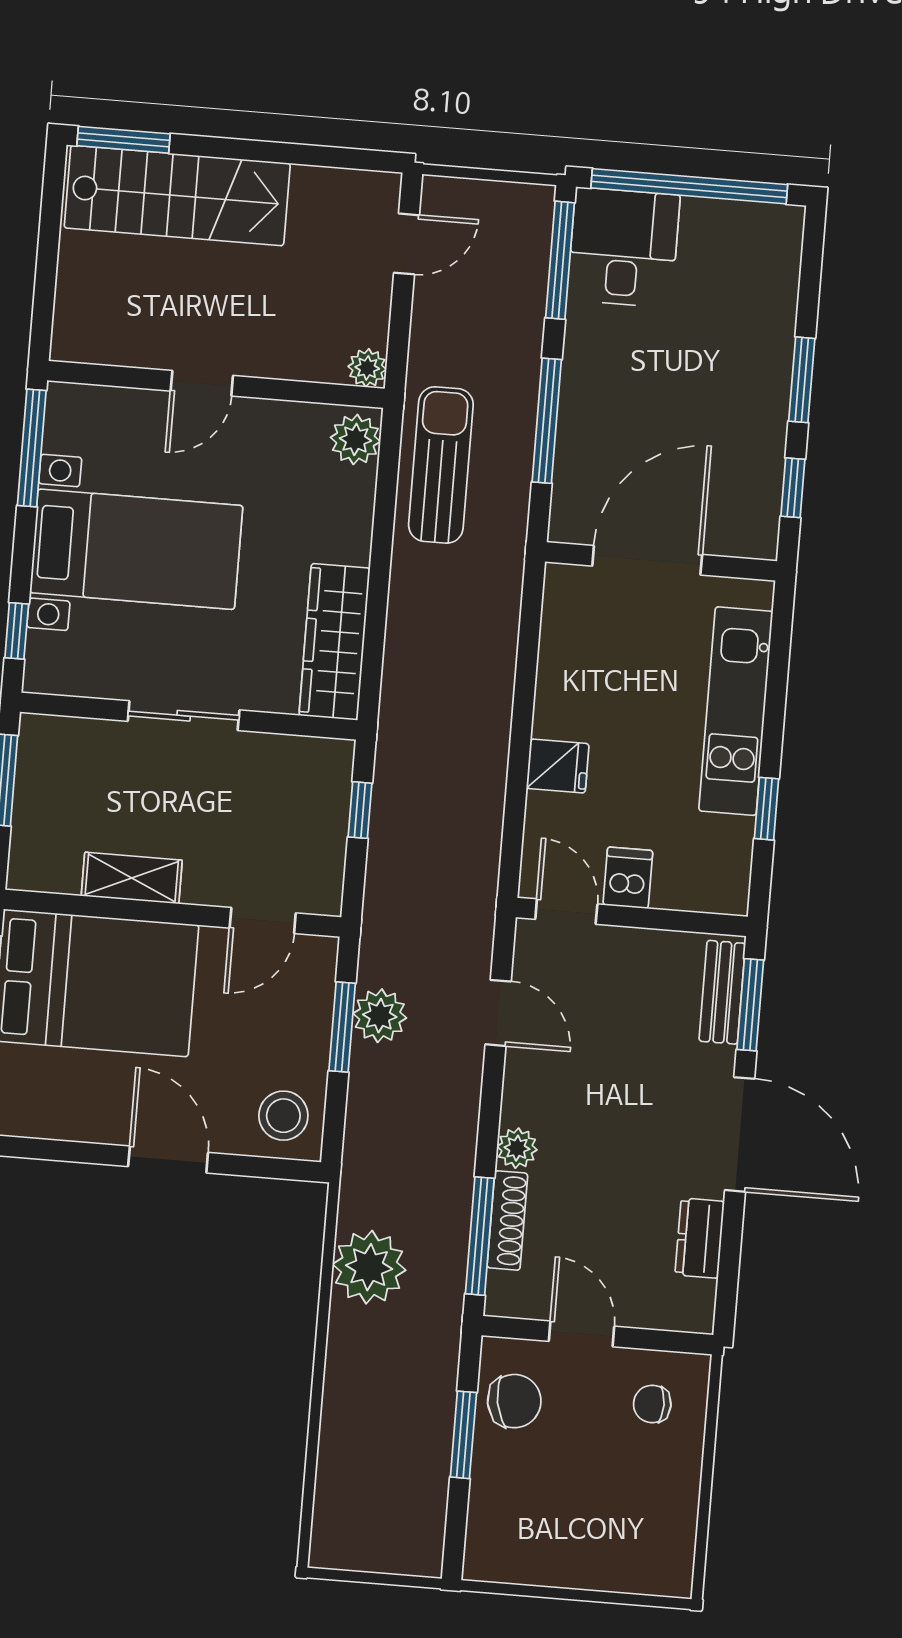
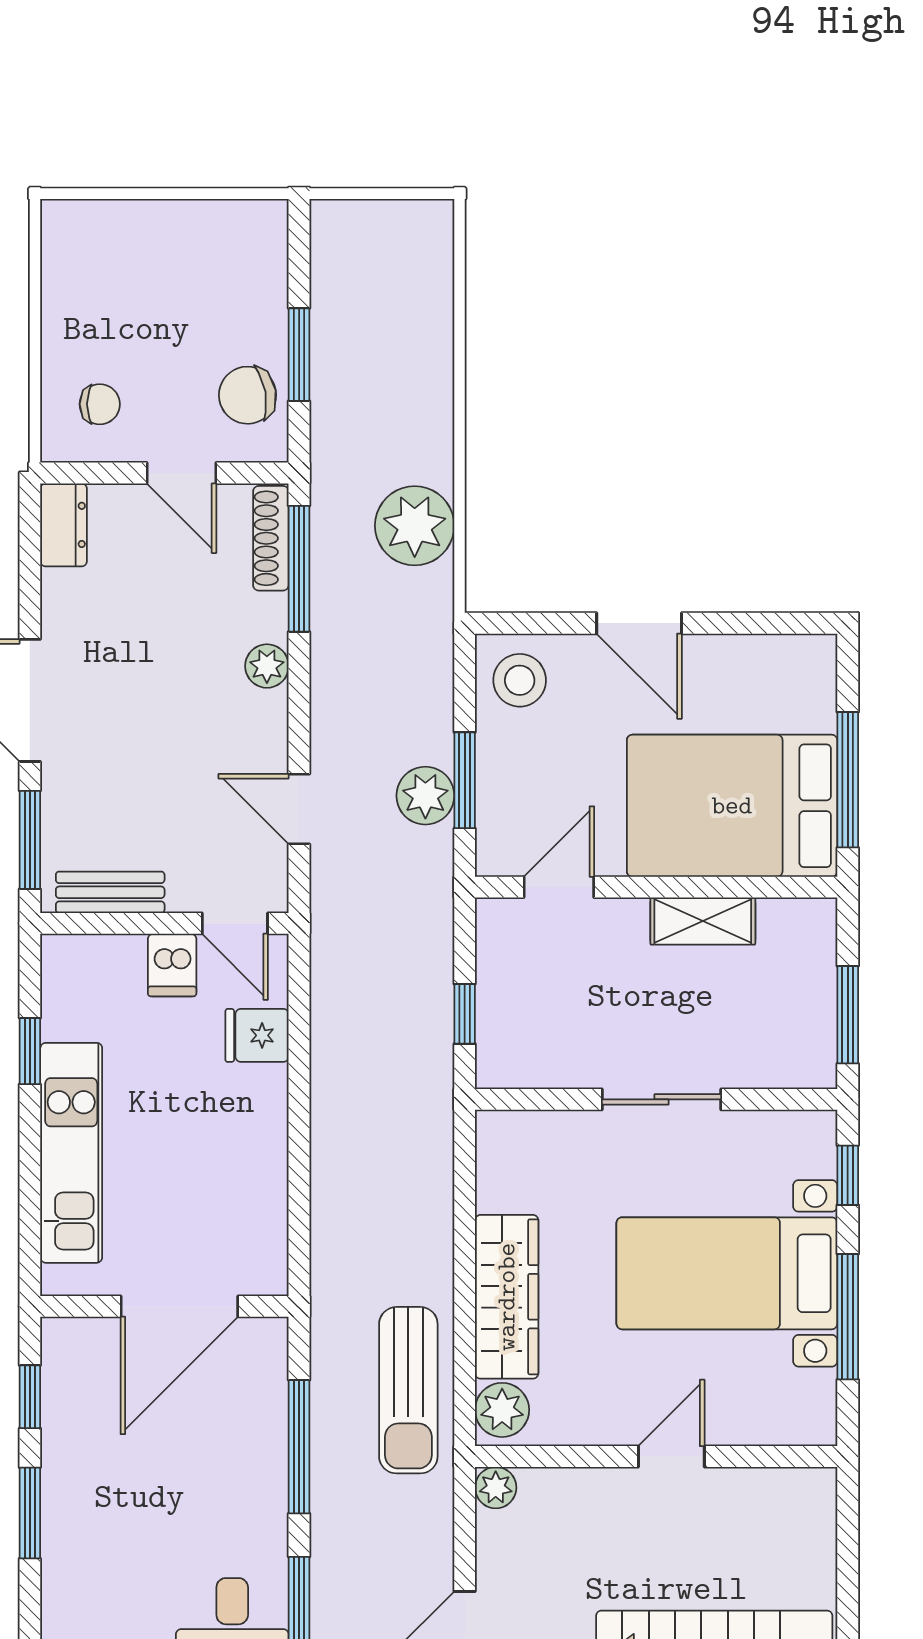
window: (32, 448) -> (848, 1317), moved
wardrobe: (334, 642) -> (507, 1297), moved
fridge: (558, 766) -> (257, 1035), moved
bench: (722, 992) -> (110, 892), moved, turned 90
shoe rack: (507, 1220) -> (271, 538), moved
dresser: (700, 1238) -> (64, 525), moved

